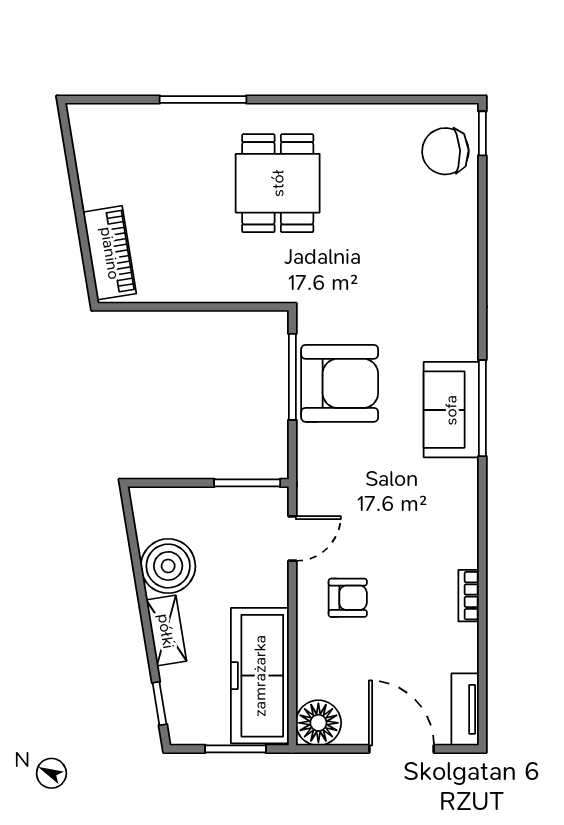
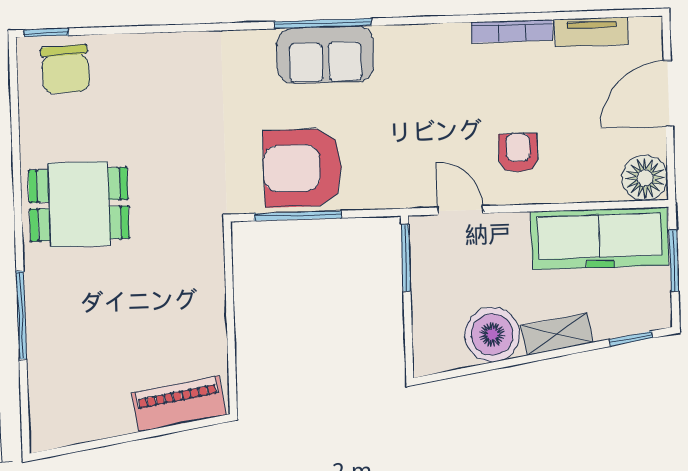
dining table: (278, 183) -> (79, 204), moved
armchair: (340, 383) -> (303, 168), turned -90
bookcase: (469, 596) -> (512, 31), width x1.56
tv unit: (465, 709) -> (592, 32), moved

